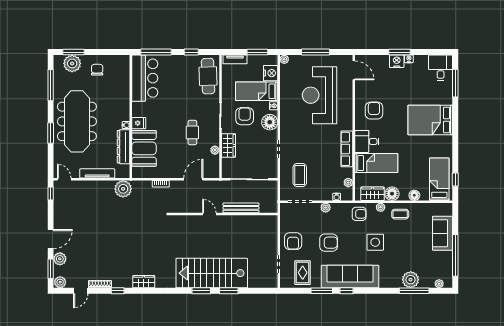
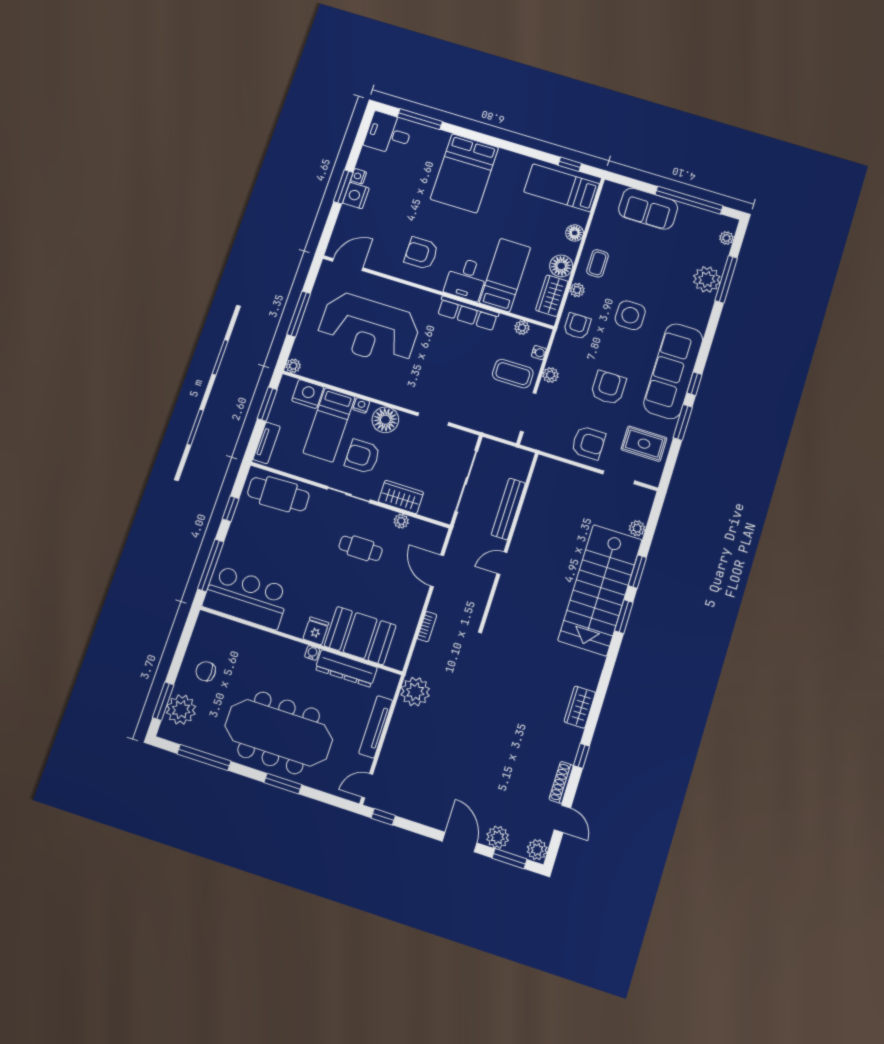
coffee table: (300, 175) -> (513, 374), moved
plant: (253, 283) -> (637, 528), added

